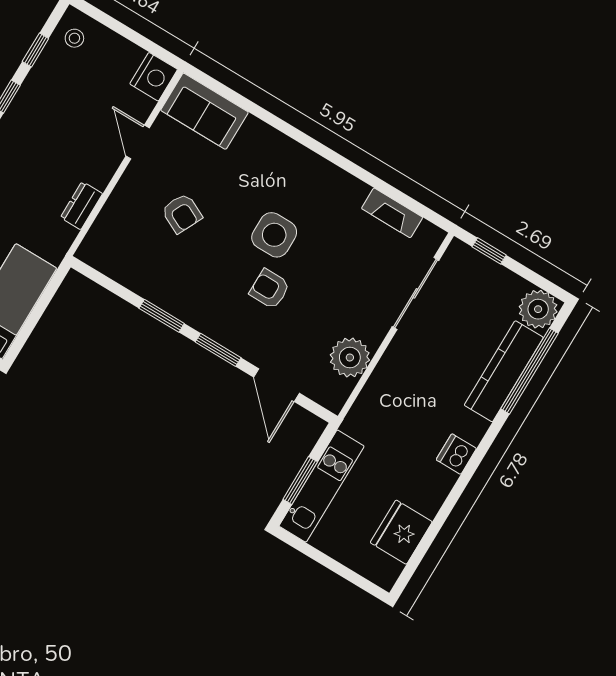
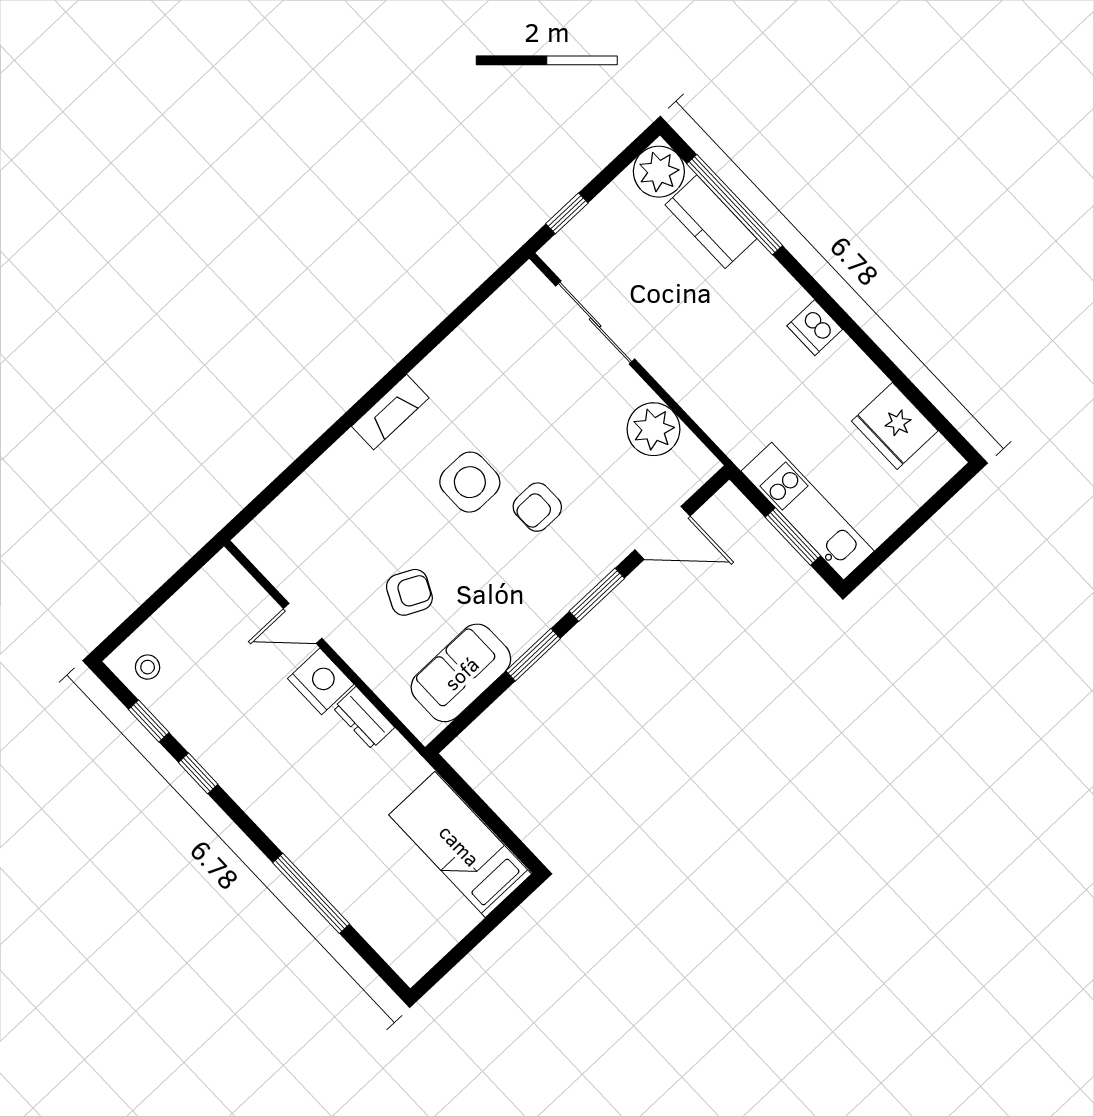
nightstand: (154, 77) -> (321, 681), moved
sofa: (205, 111) -> (461, 673), moved, turned 180
fireplace: (392, 213) -> (390, 412), moved
kitchen counter: (504, 371) -> (711, 222), width x0.67

